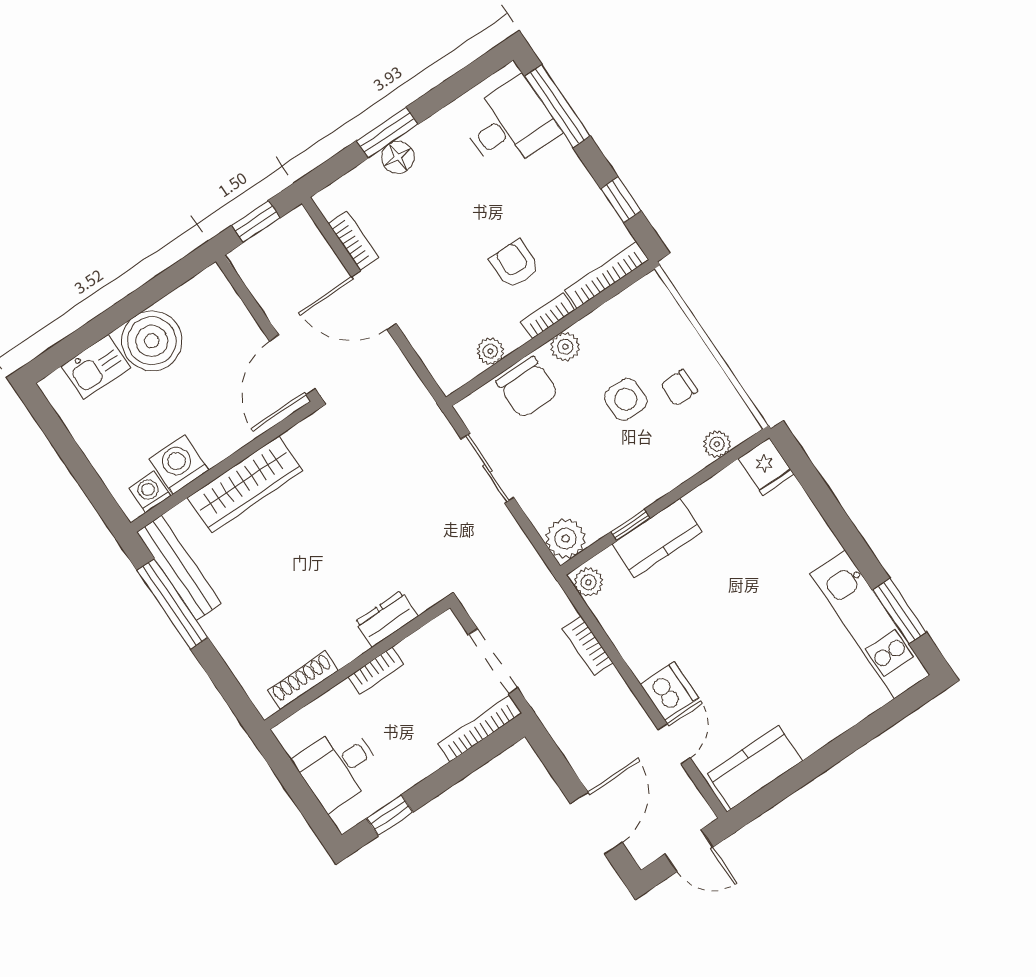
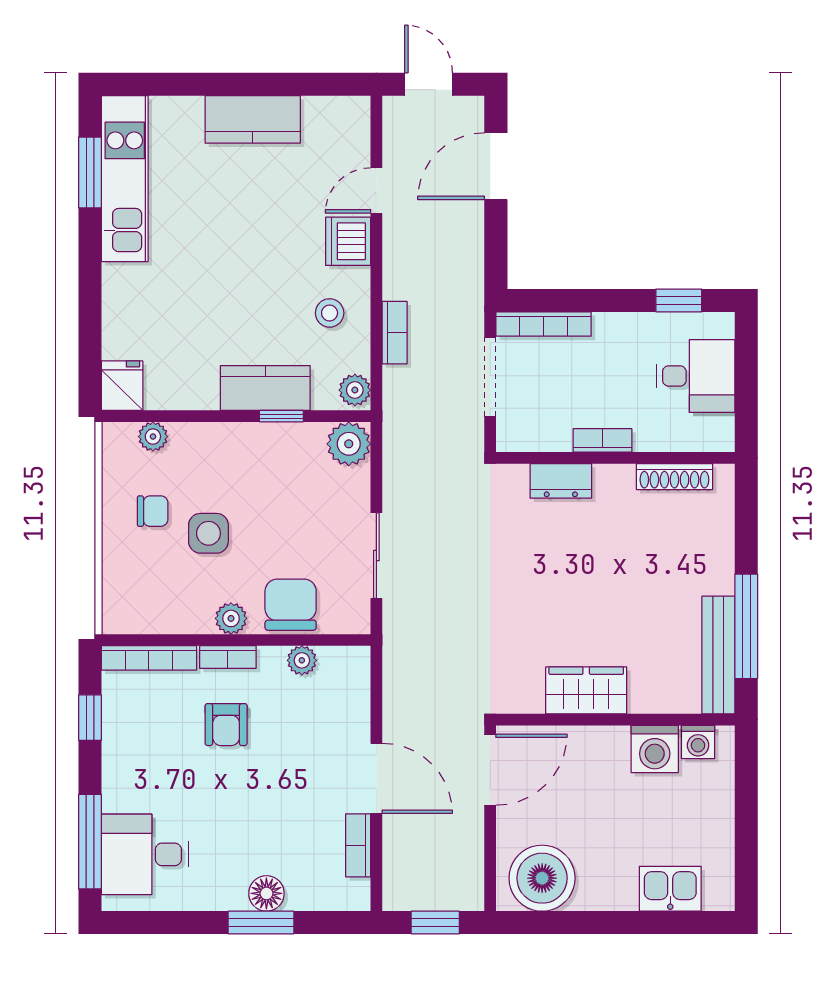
boiler: (152, 341) -> (542, 878), moved
wardrobe: (245, 484) -> (586, 690), width x0.67
stool: (647, 627) -> (330, 313), added
kitchen counter: (755, 767) -> (253, 119), moved

